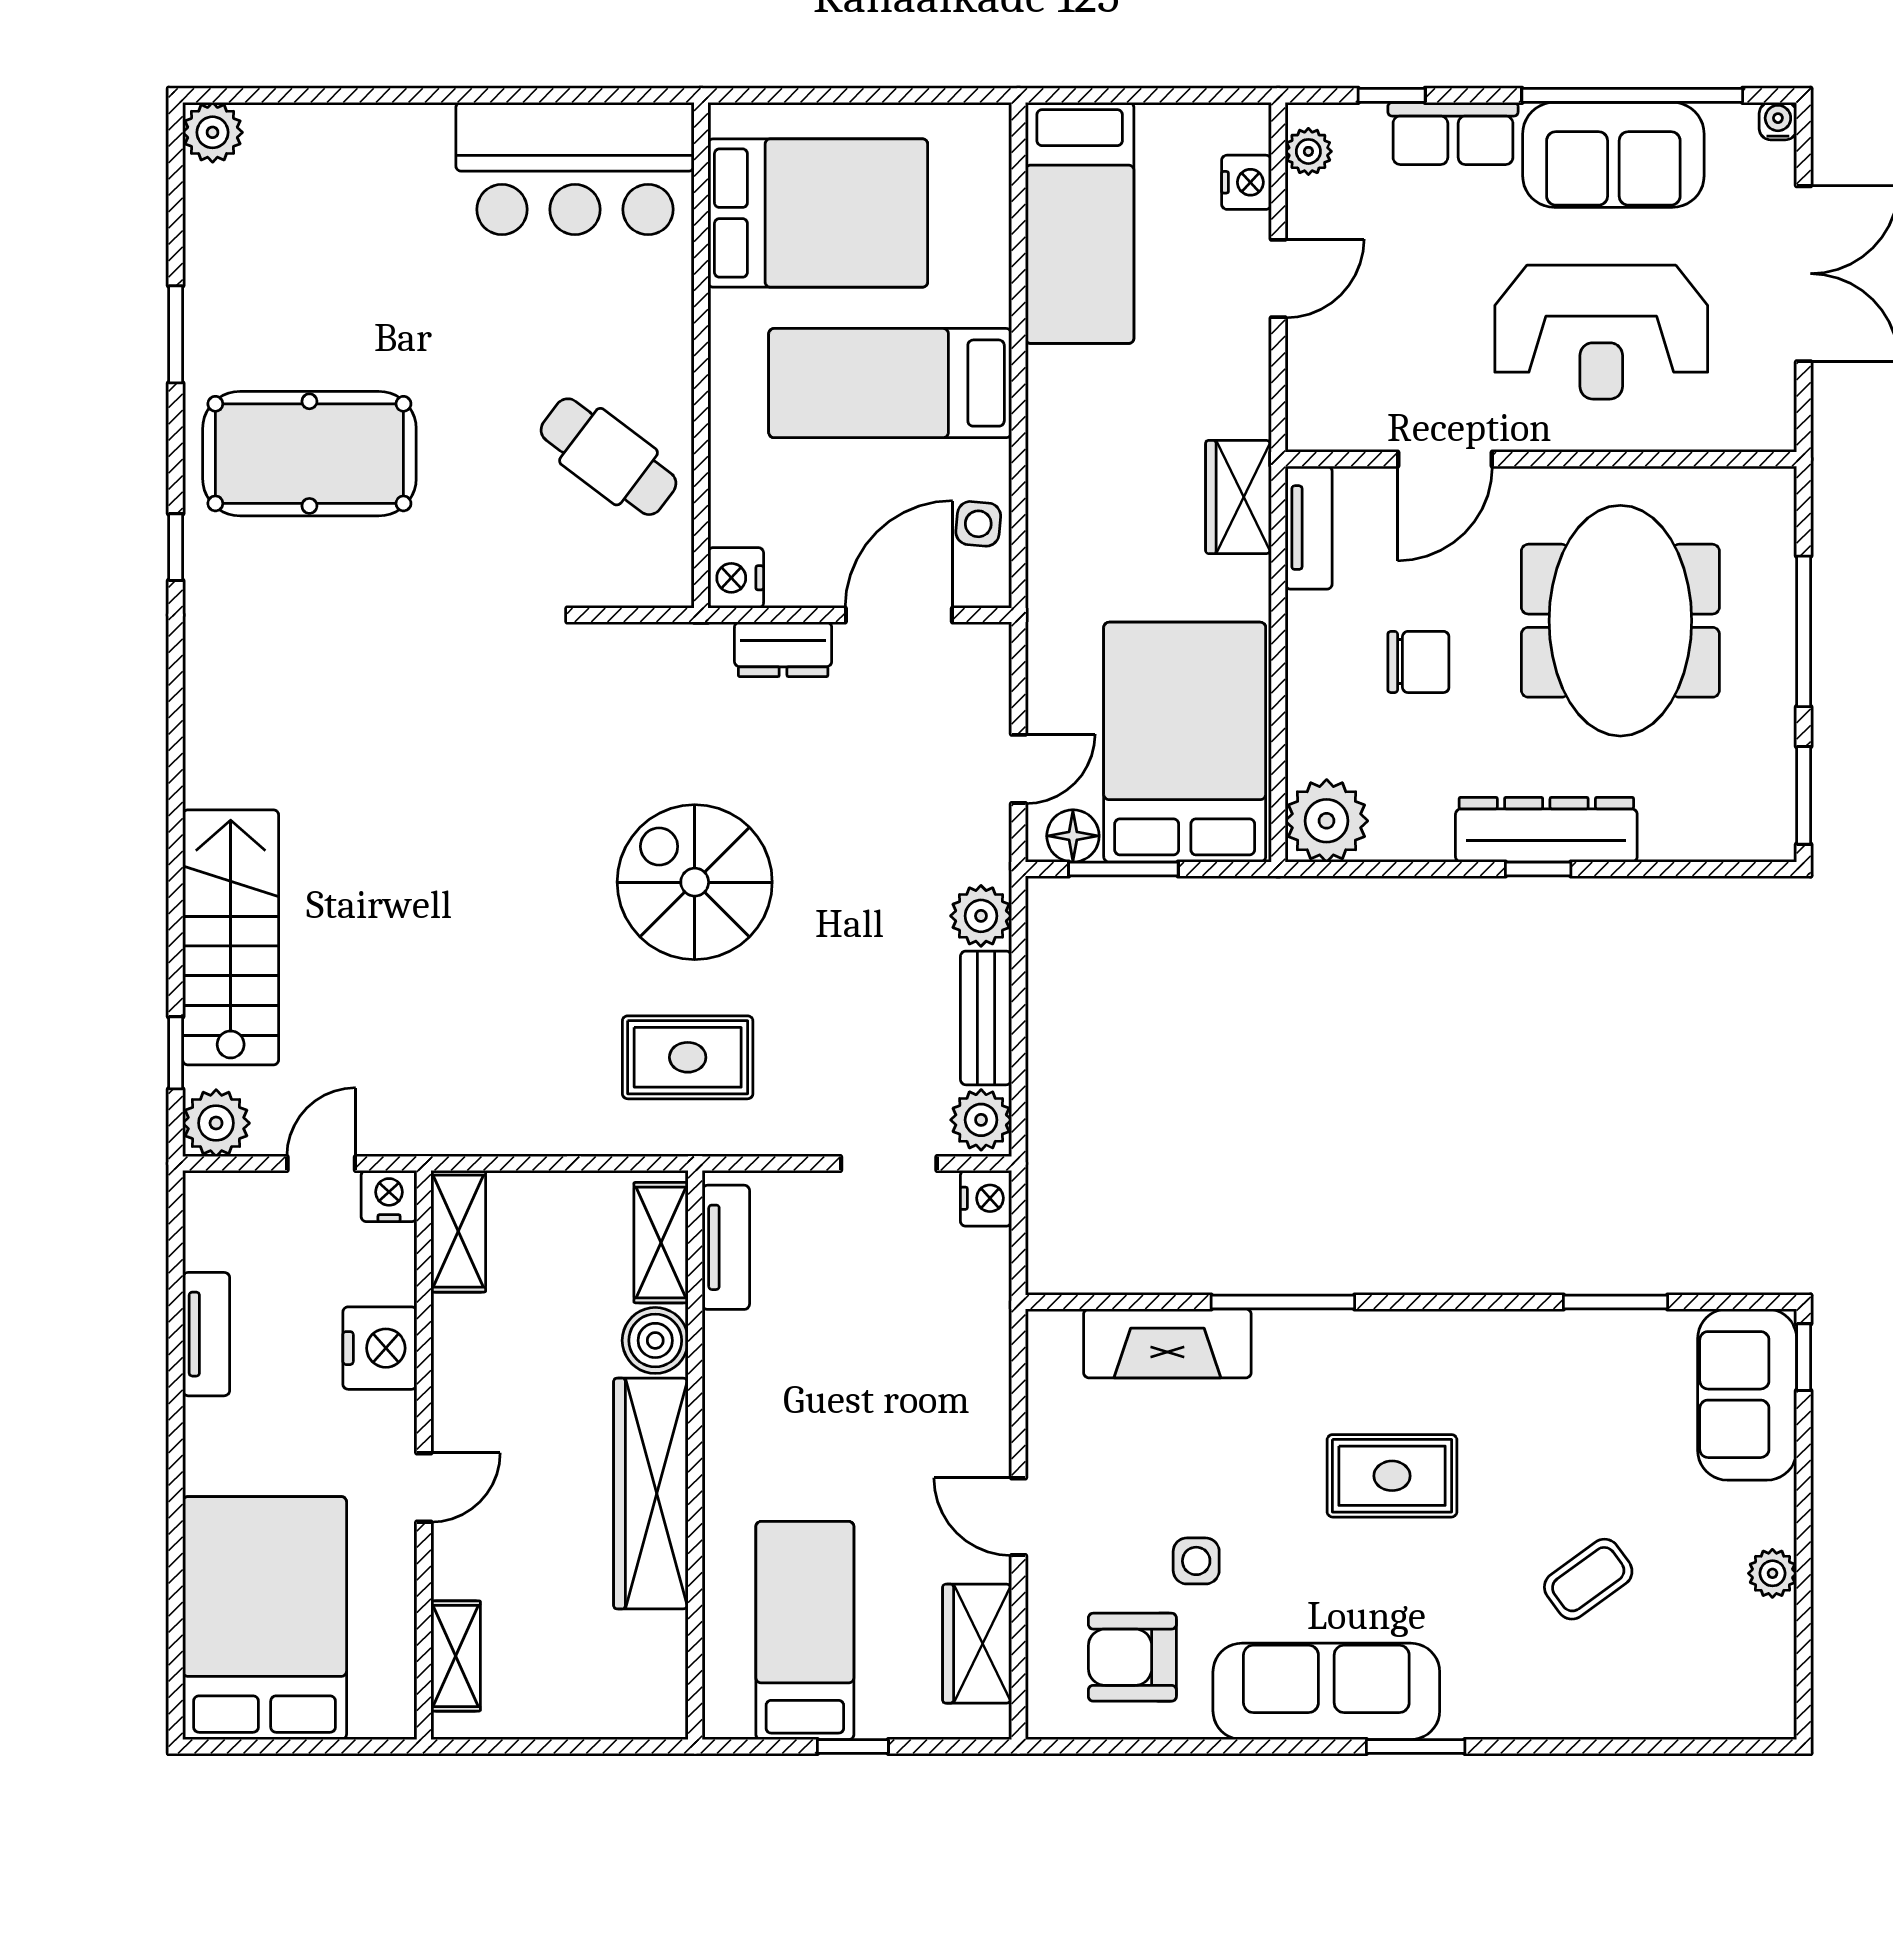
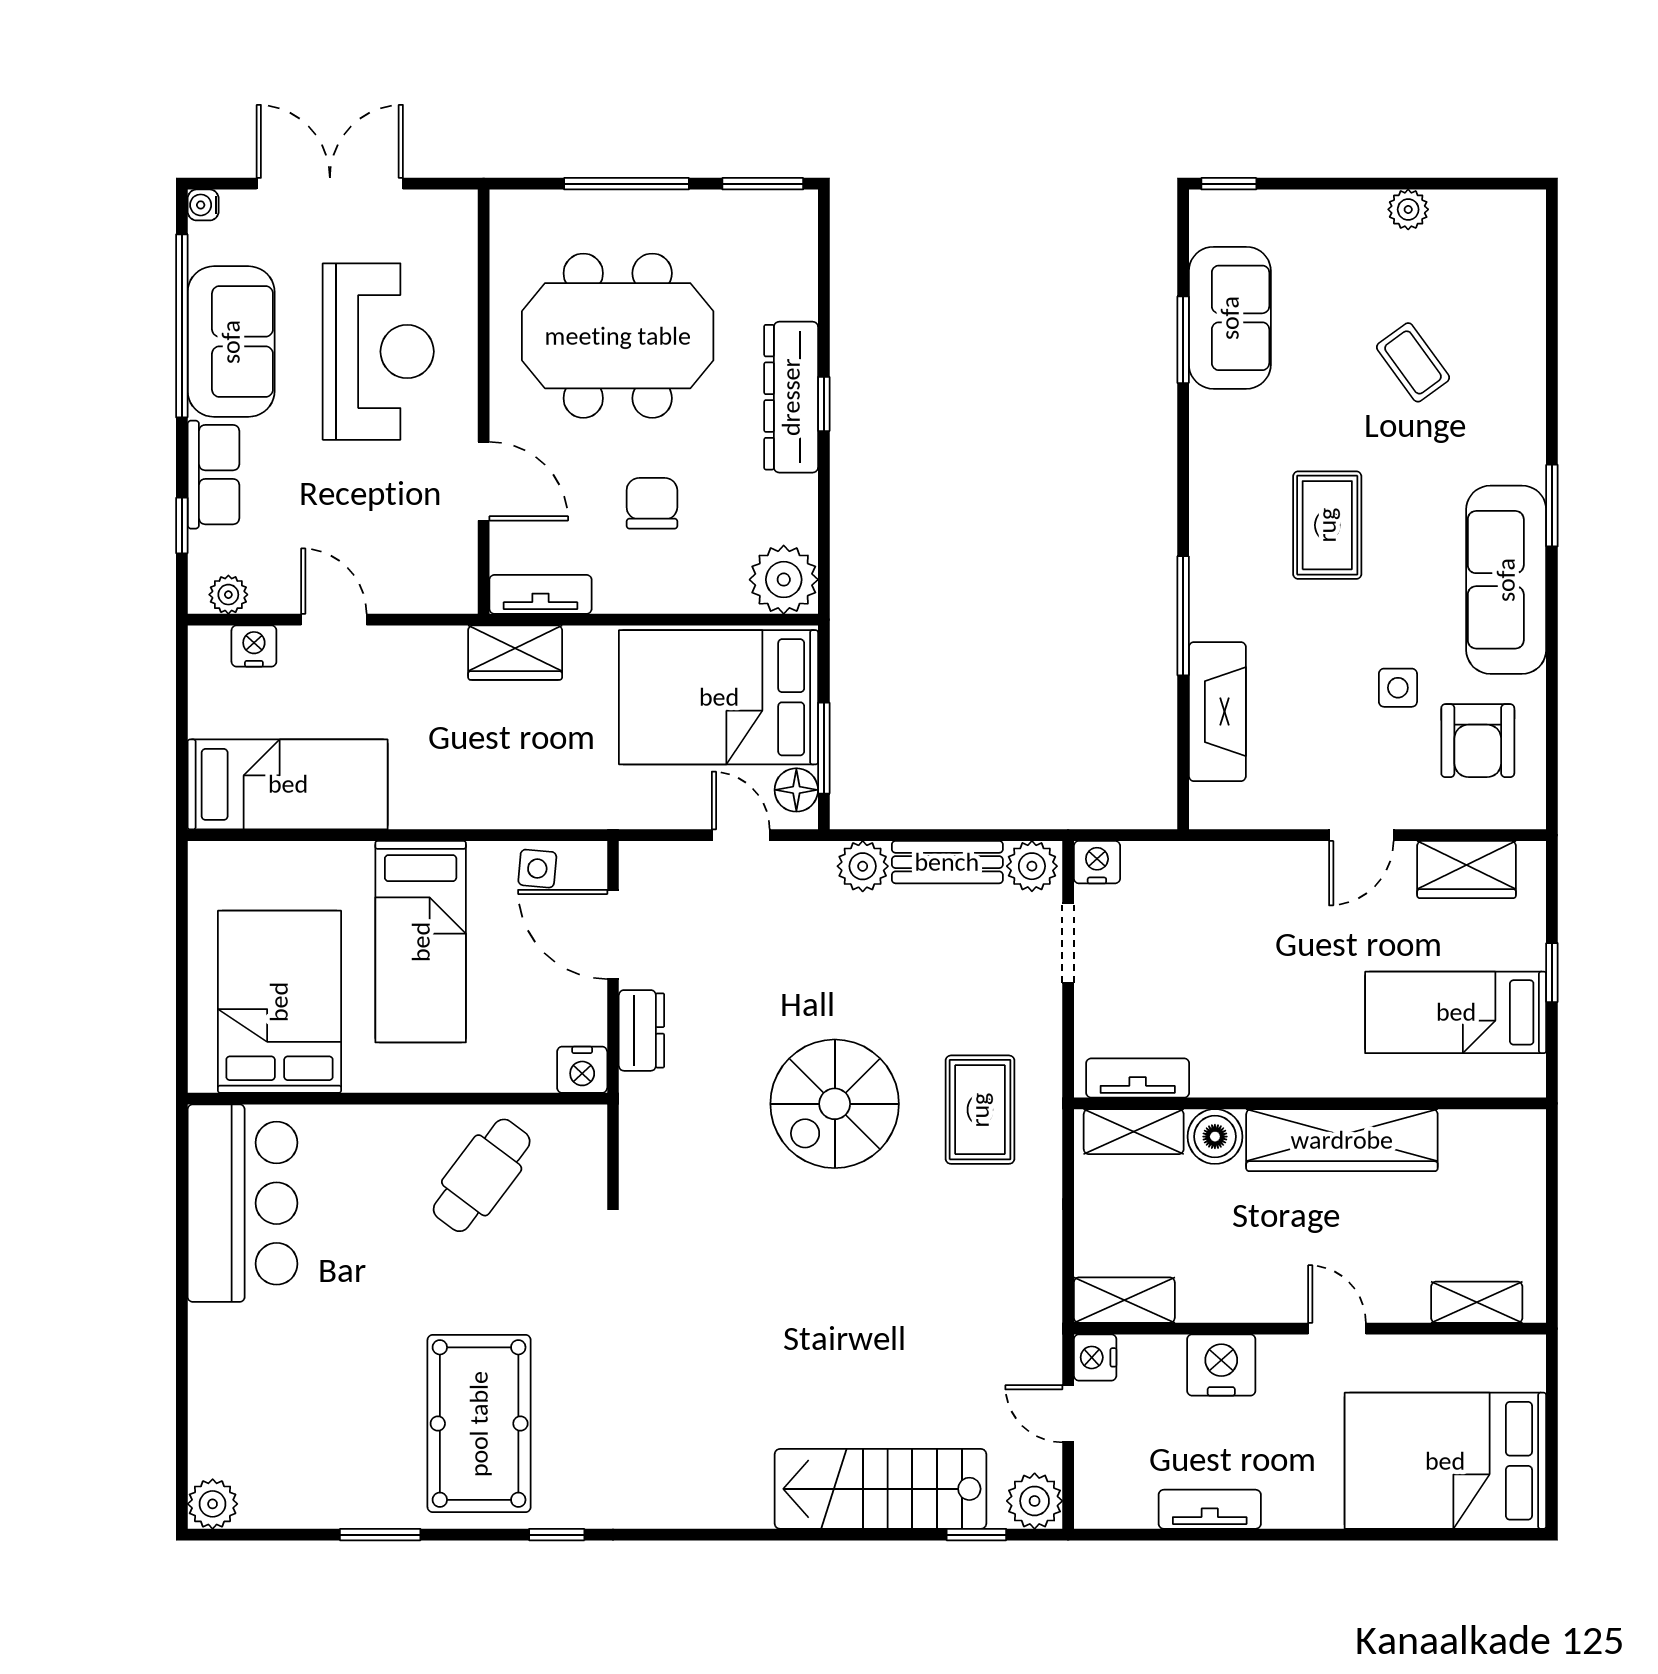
sofa: (1747, 1395) -> (1230, 318), moved, turned -90

